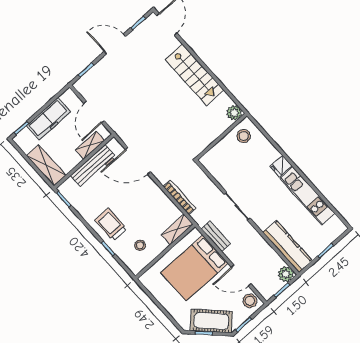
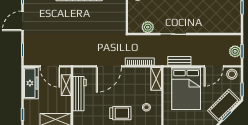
freezer: (48, 119) -> (31, 83), moved
door: (138, 161) -> (109, 66), moved
plant: (221, 175) -> (148, 27), added
trolley: (111, 224) -> (120, 113), turned 180
kitchen counter: (288, 246) -> (221, 26), removed
plant: (286, 274) -> (235, 51), moved

